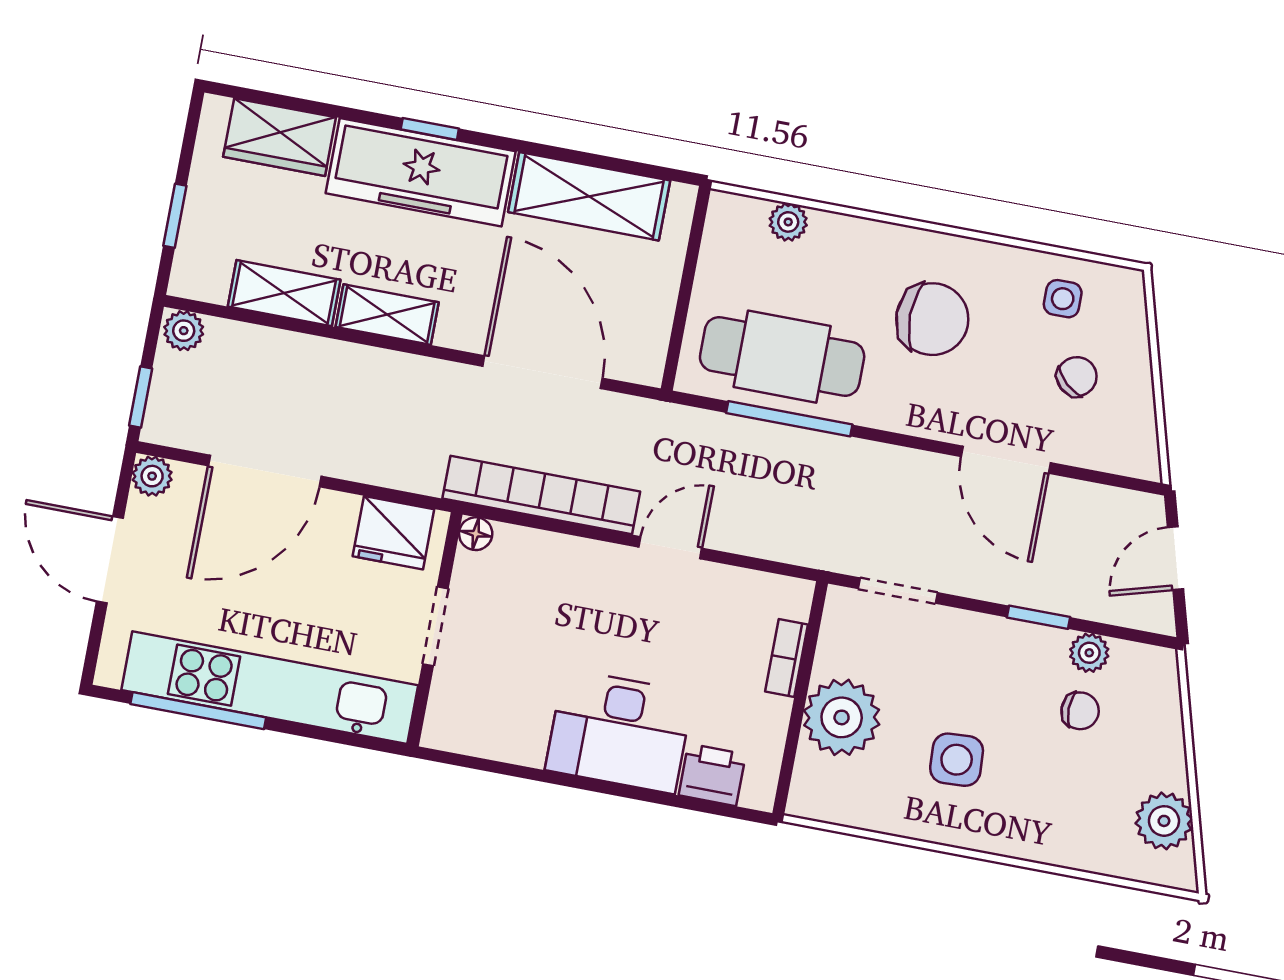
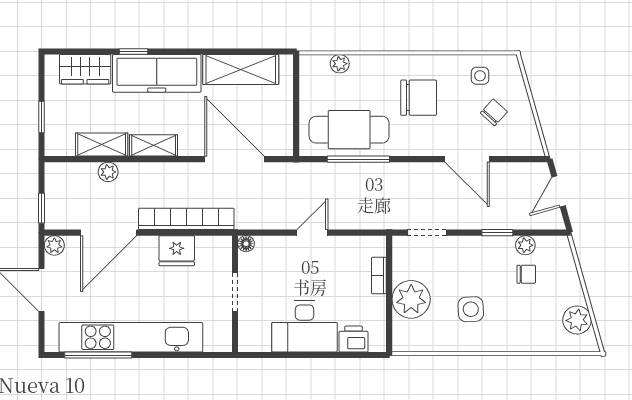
window: (430, 129) -> (134, 51), moved
plant: (184, 331) -> (108, 172), moved
bookcase: (541, 495) -> (186, 219), moved
floor lamp: (476, 534) -> (246, 244), moved
doorway: (435, 626) -> (235, 292), moved
wall: (435, 629) -> (235, 294), moved

